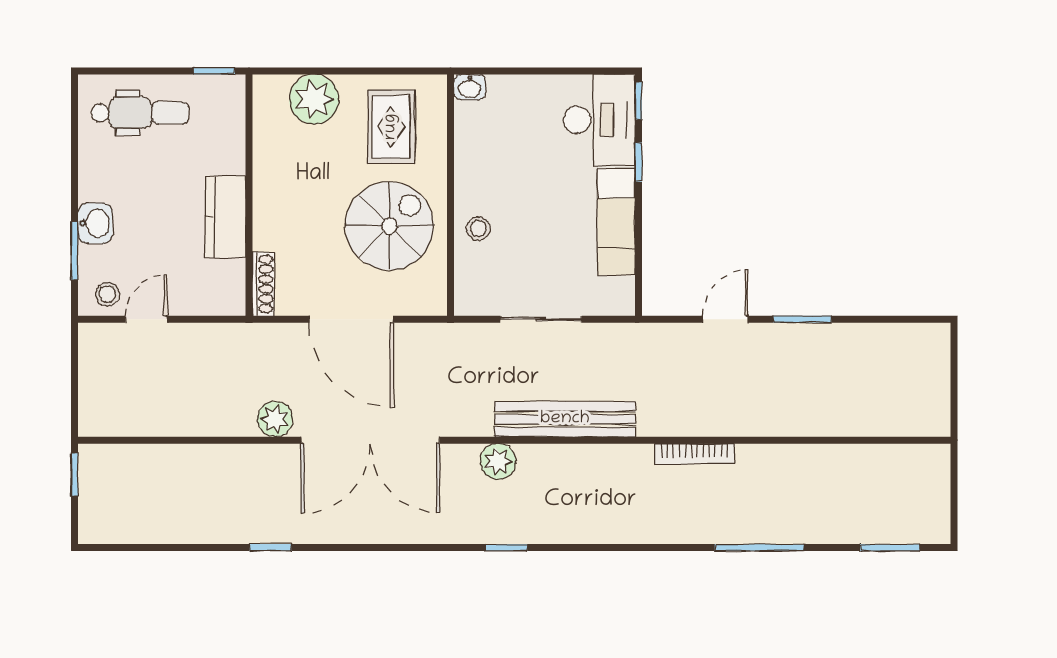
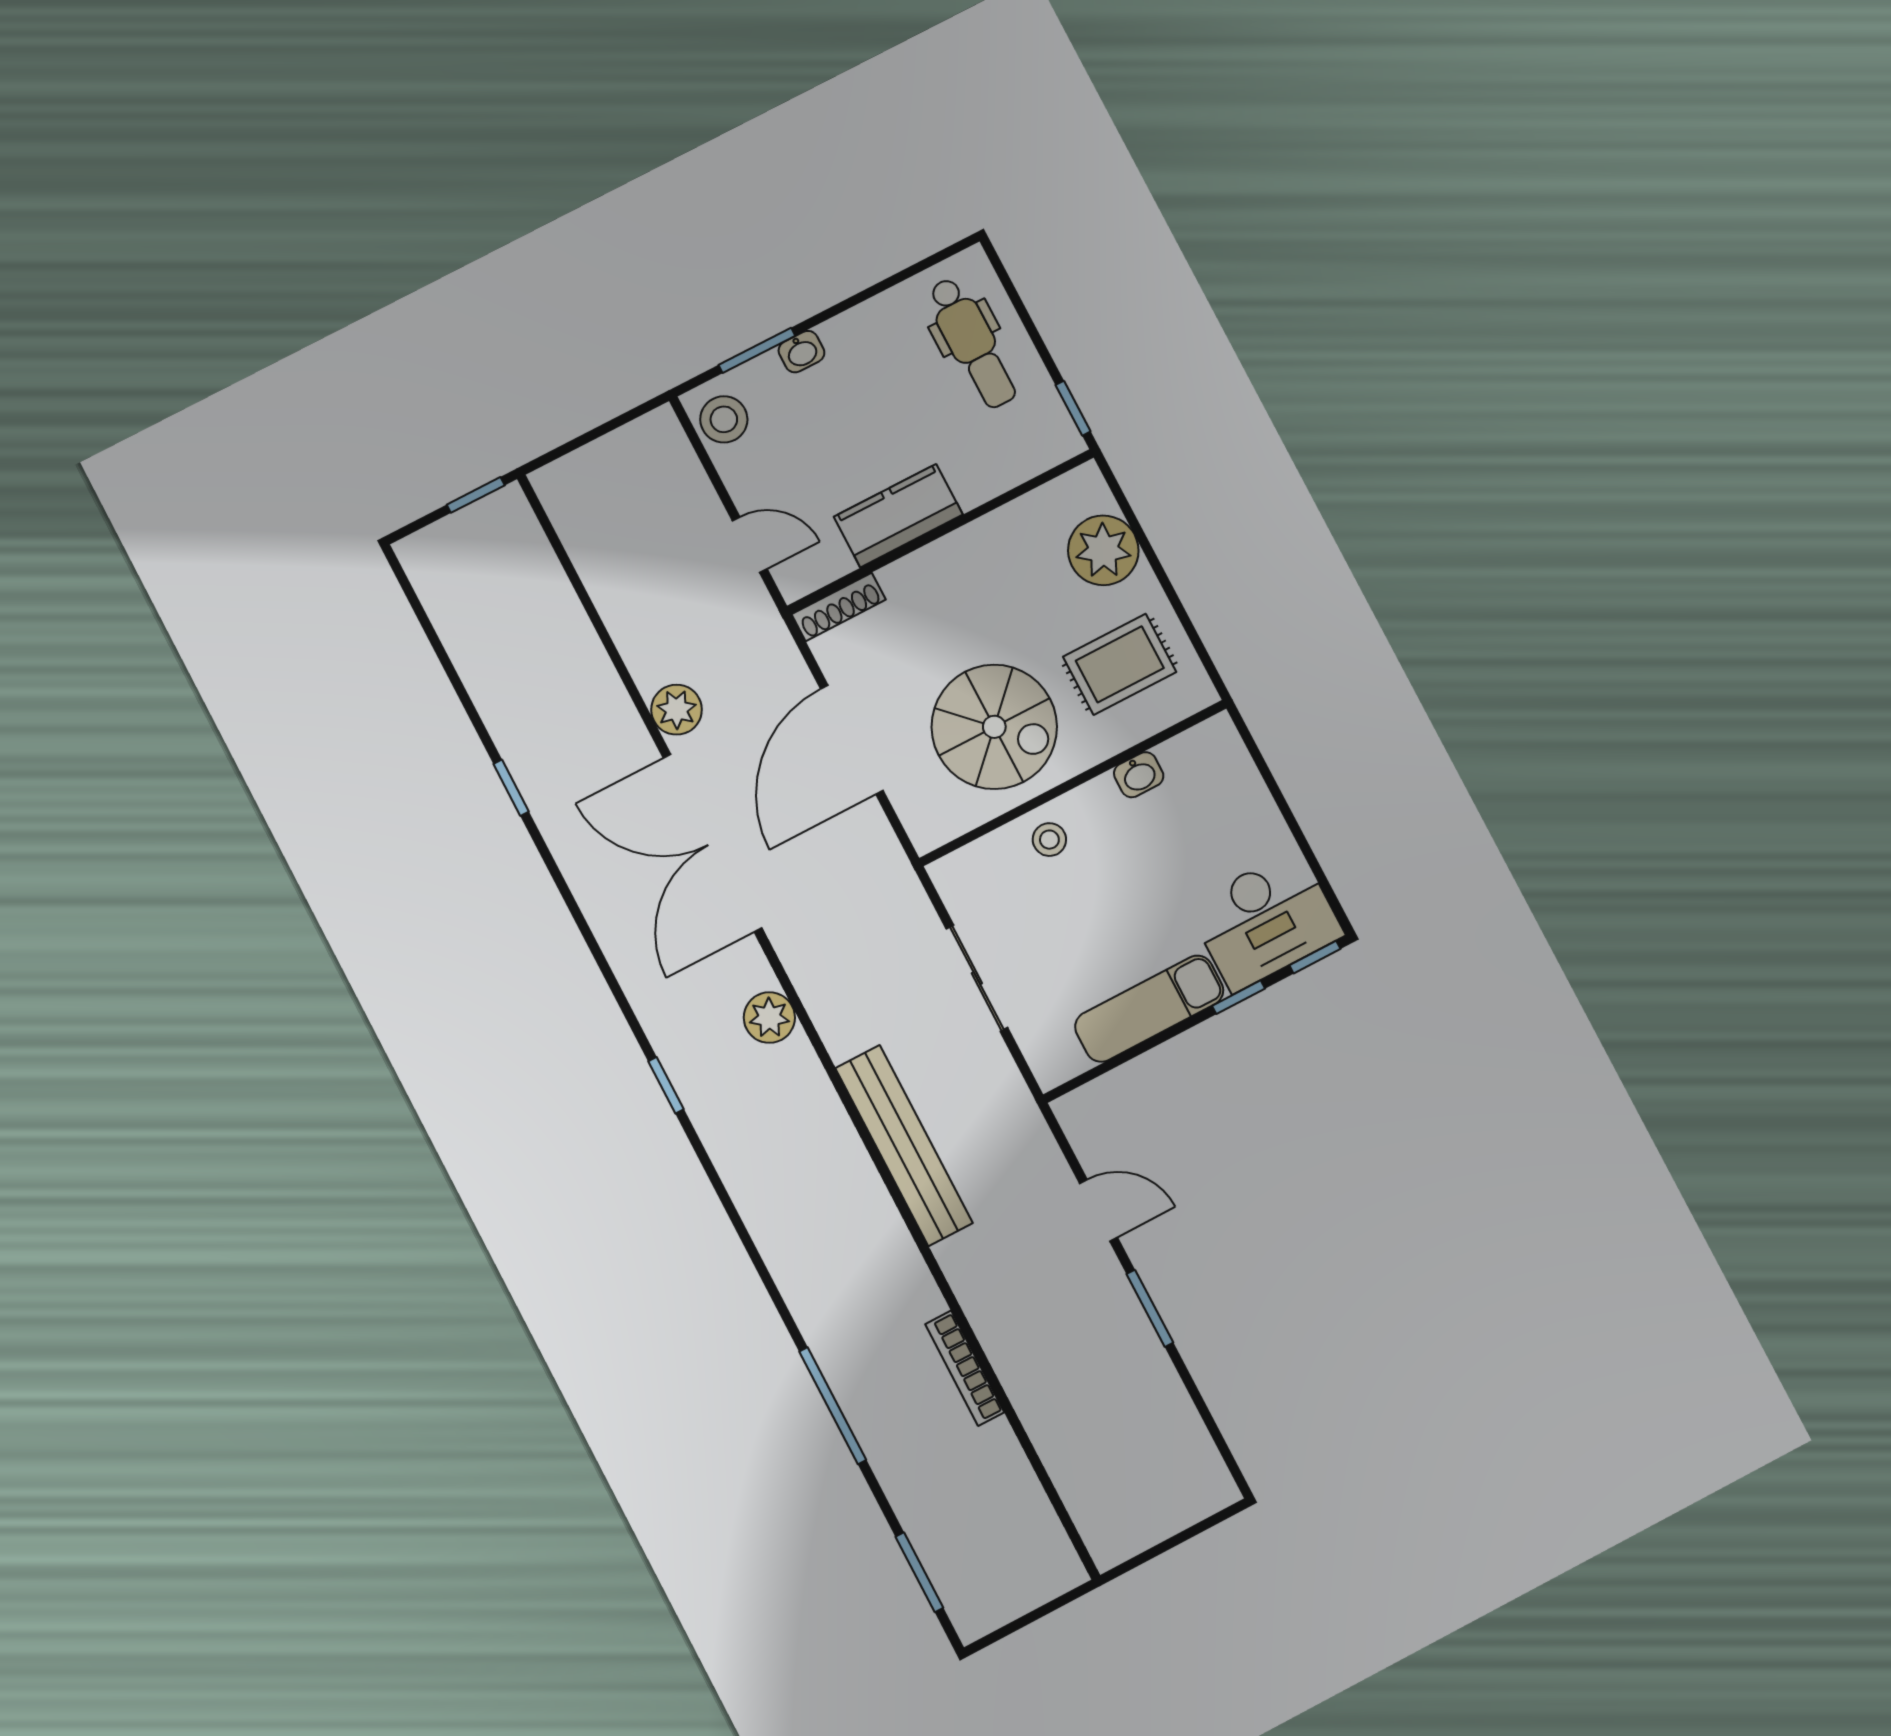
washbasin: (470, 87) -> (1139, 775), moved, turned -90
washbasin: (95, 223) -> (801, 352), width x0.72, depth x0.69
stool: (107, 294) -> (724, 419), width x1.37, depth x1.37
door: (146, 319) -> (750, 545), moved
bench: (565, 419) -> (904, 1146), moved
bookcase: (694, 454) -> (965, 1368), moved

